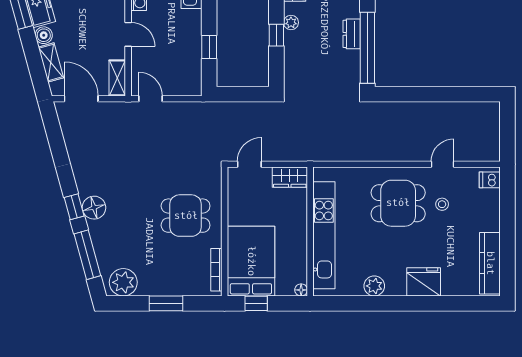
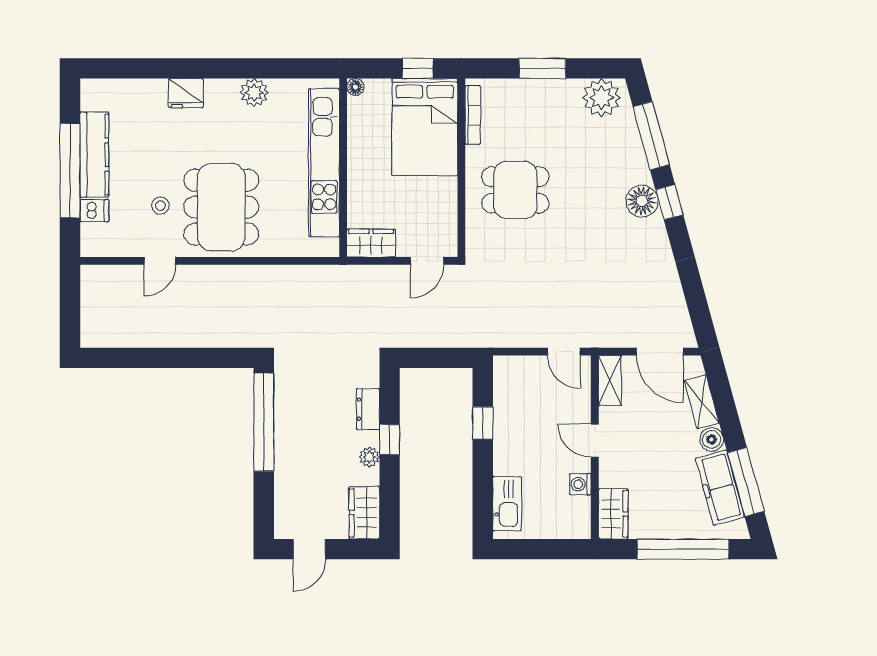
dresser: (352, 34) -> (368, 409), moved, turned 180
dishwasher: (490, 180) -> (94, 211), moved
dining table: (398, 203) -> (221, 207), width x1.38
window: (507, 229) -> (70, 171), added
kitchen counter: (490, 263) -> (94, 155), moved
fridge: (424, 282) -> (186, 93), width x0.73, depth x0.75

